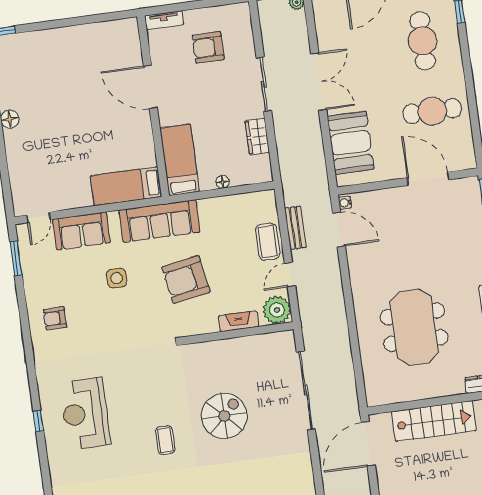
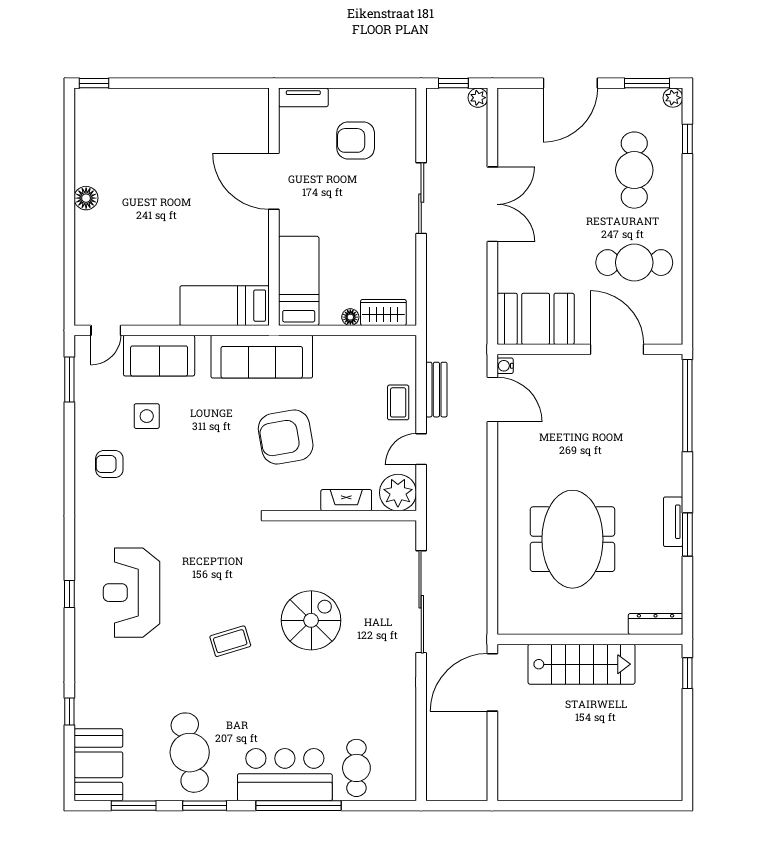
wardrobe: (257, 137) -> (383, 312), moved, turned 90
booth: (351, 143) -> (536, 319), moved, turned 90
coffee table: (268, 242) -> (398, 402), width x0.73, depth x0.77
side table: (117, 278) -> (147, 416), moved
coffee table: (165, 440) -> (230, 641), turned 73

